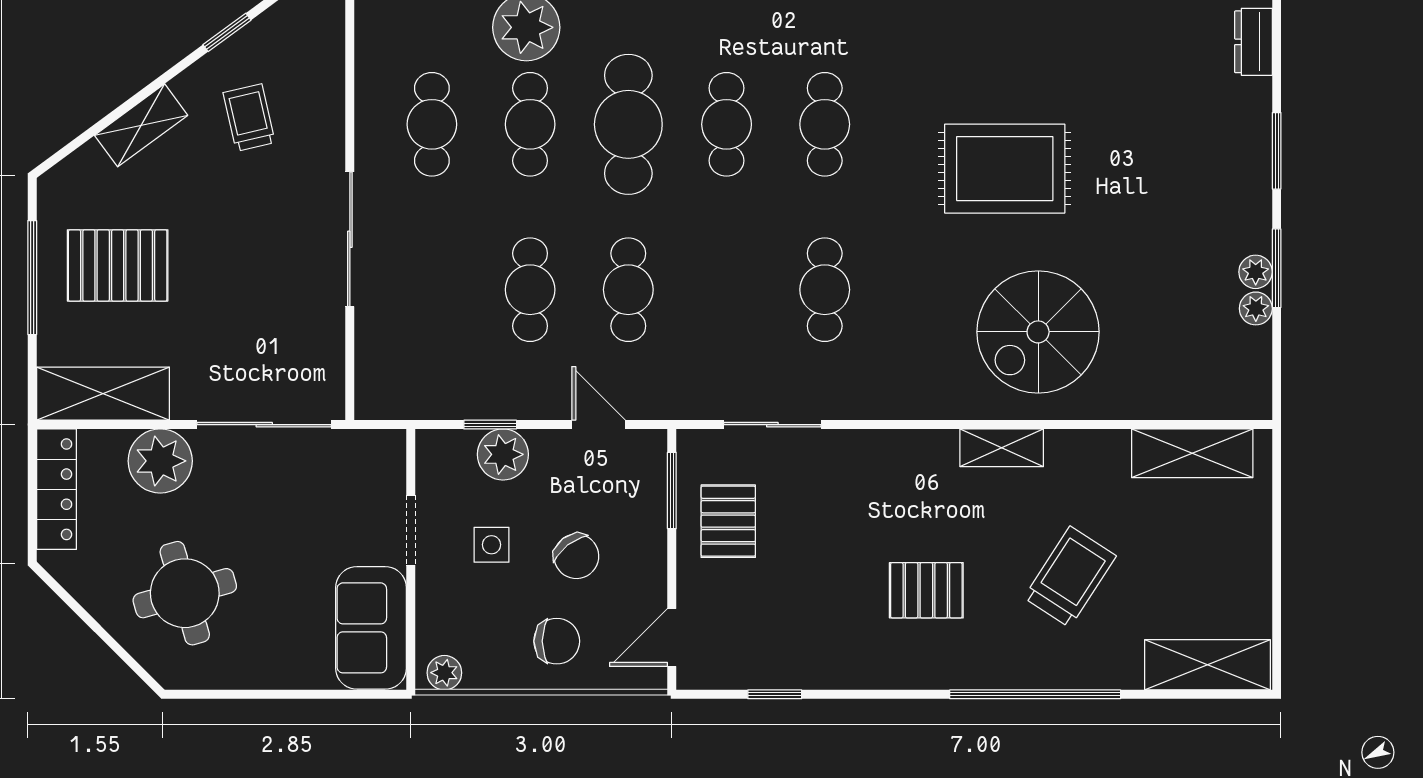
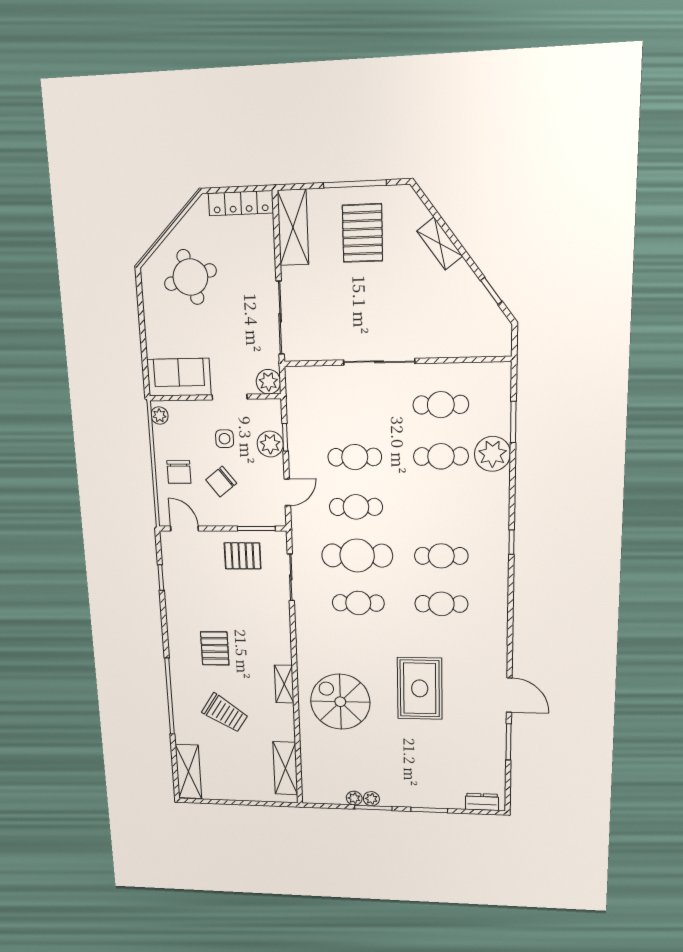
trolley: (249, 118) -> (444, 305), removed
cafe table: (628, 124) -> (357, 556), moved
plant: (160, 461) -> (268, 382), moved, width x0.73, depth x0.73

